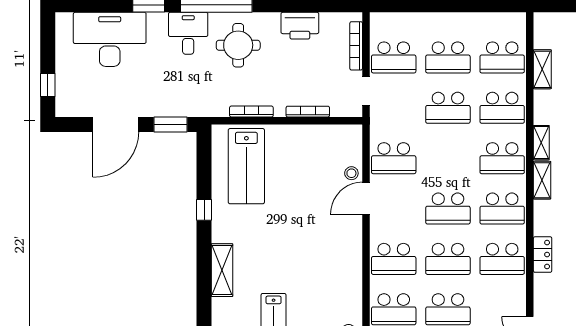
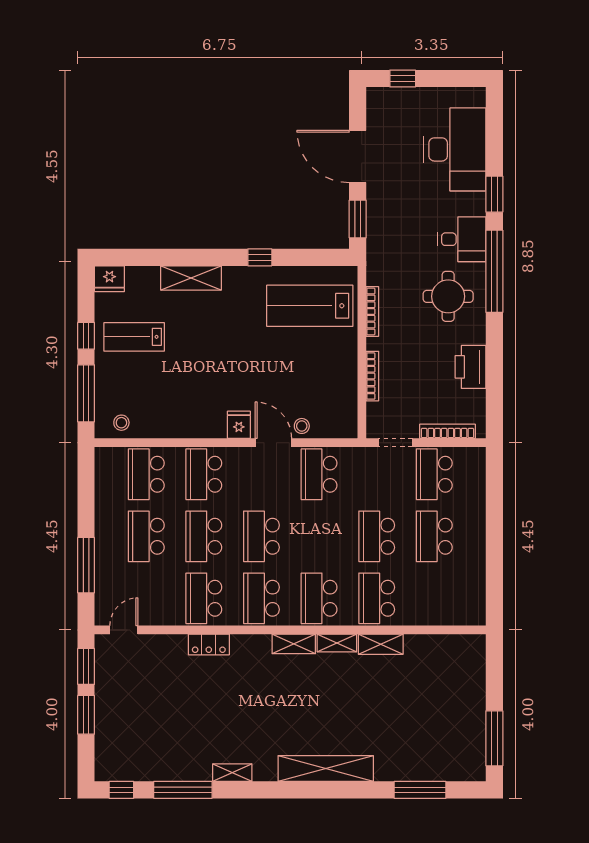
school desk: (502, 57) -> (434, 598), removed
shelving: (542, 69) -> (381, 644), moved
fridge: (350, 228) -> (239, 425), added

